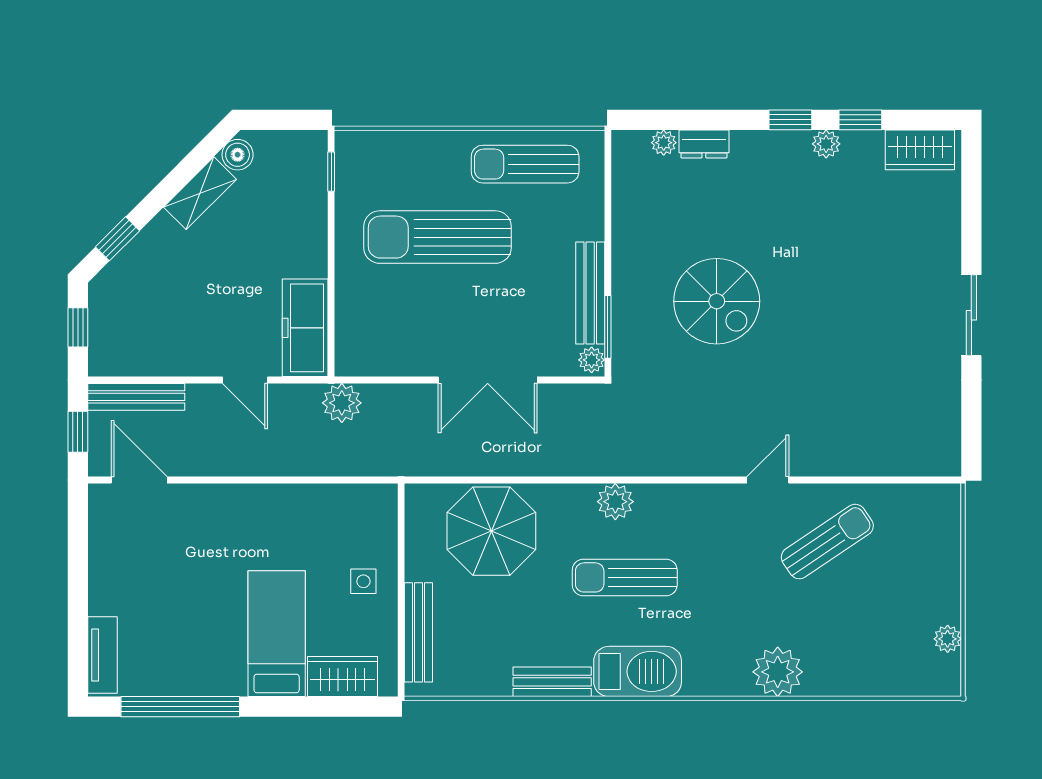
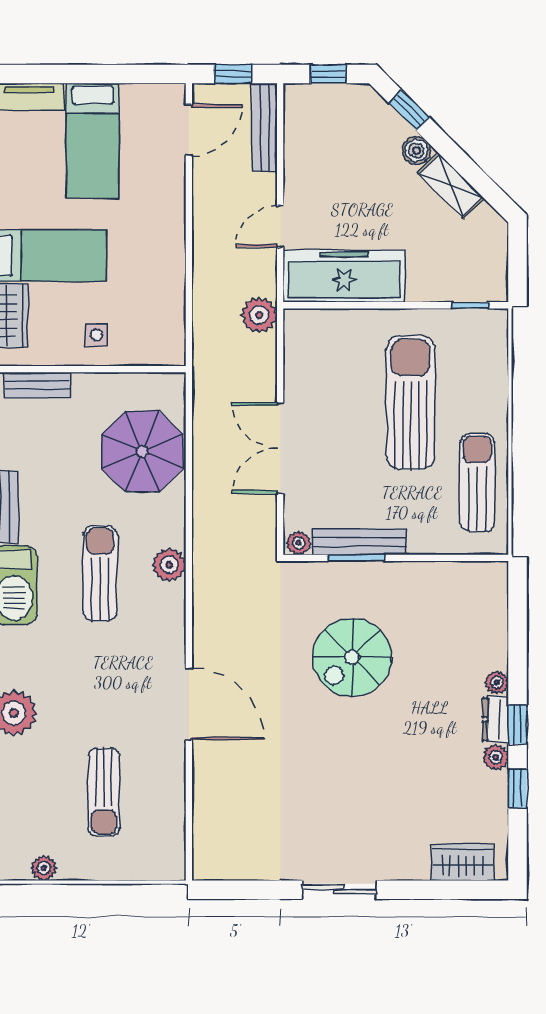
plant: (664, 143) -> (497, 682), moved
dresser: (704, 144) -> (496, 719), moved
wardrobe: (920, 150) -> (463, 862), moved, turned 90
boiler: (238, 155) -> (416, 150), moved
window: (608, 327) -> (356, 558), moved
freezer: (305, 328) -> (344, 276), width x1.36, depth x1.26
door: (768, 480) -> (189, 704), width x1.88
sun lounger: (827, 542) -> (104, 792), moved, turned 34
bed: (151, 586) -> (93, 141), added
bench: (418, 632) -> (38, 385), width x0.73

